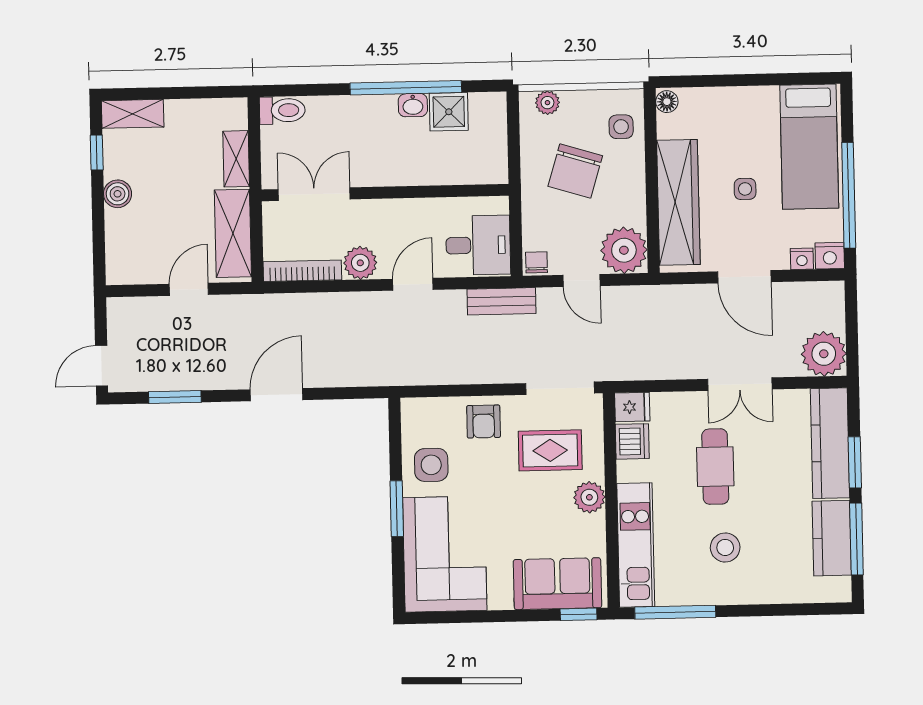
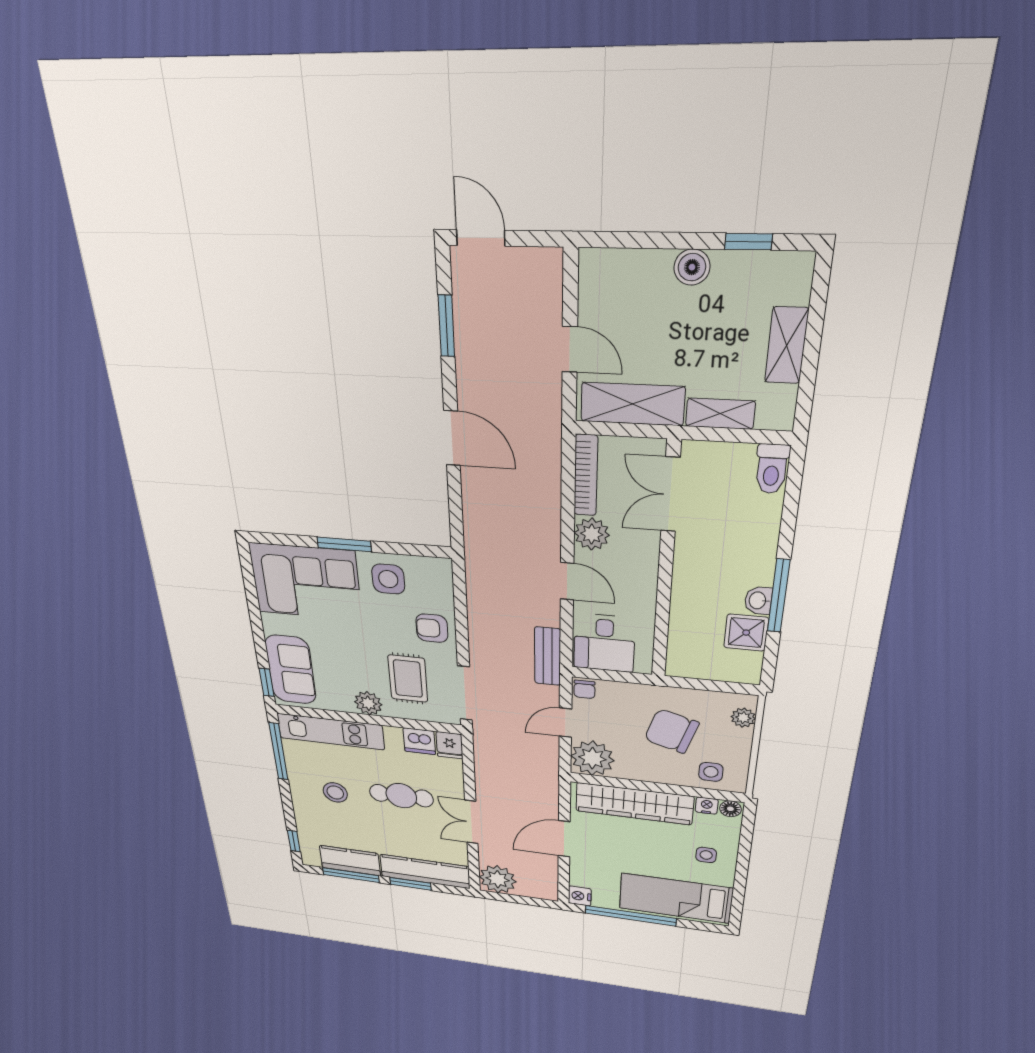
window: (406, 88) -> (779, 596), width x0.68
shelving: (133, 114) -> (786, 345), moved
side table: (745, 189) -> (706, 855), moved
double door: (314, 194) -> (670, 495), swing flipped
nightstand: (802, 259) -> (707, 806), moved, turned 90
chair: (536, 262) -> (584, 689), turned 90
window: (814, 609) -> (294, 841), added

